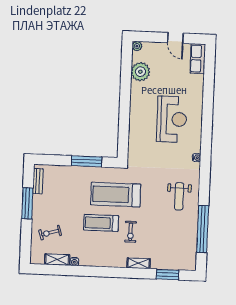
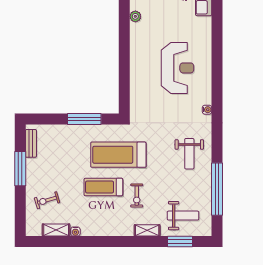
plant: (140, 72) -> (135, 16), width x0.53, depth x0.53
weight bench: (171, 251) -> (183, 216), added

